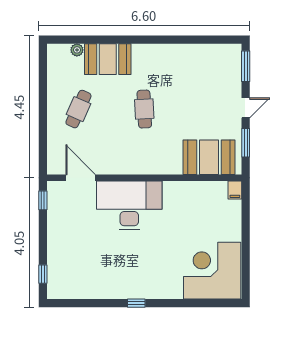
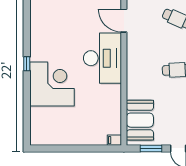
door: (81, 178) -> (124, 21), swing flipped
corner desk: (212, 271) -> (52, 84), moved

